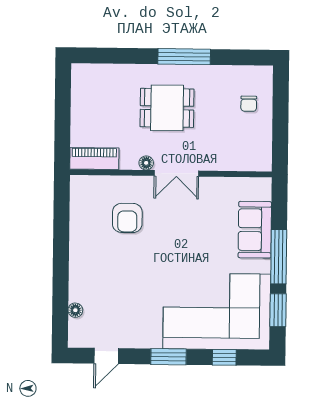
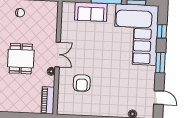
armchair: (127, 218) -> (82, 83), turned 90

